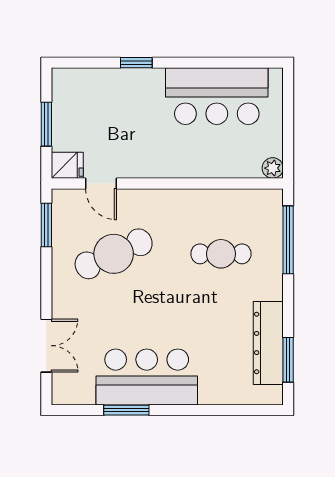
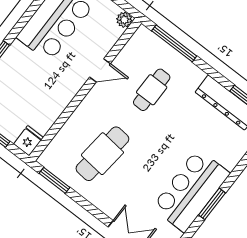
door: (101, 184) -> (100, 70), moved
cafe table: (114, 254) -> (102, 154), turned 30
window: (126, 410) -> (212, 204), moved

